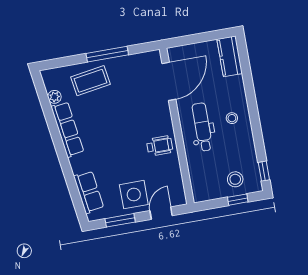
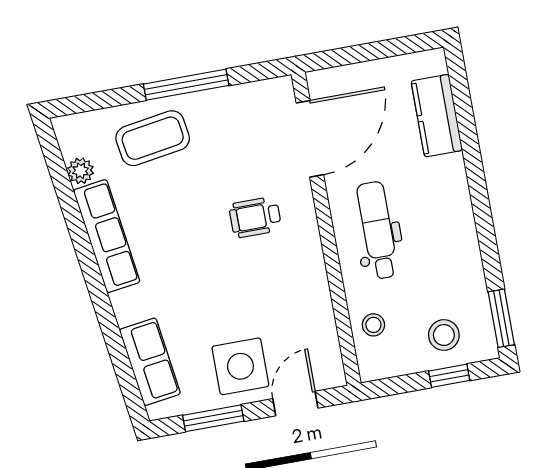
kitchen counter: (230, 56) -> (437, 116), moved
stool: (232, 118) -> (373, 325), moved
wheelchair: (160, 146) -> (255, 217), moved, turned 180
window: (264, 171) -> (501, 318), width x1.50

